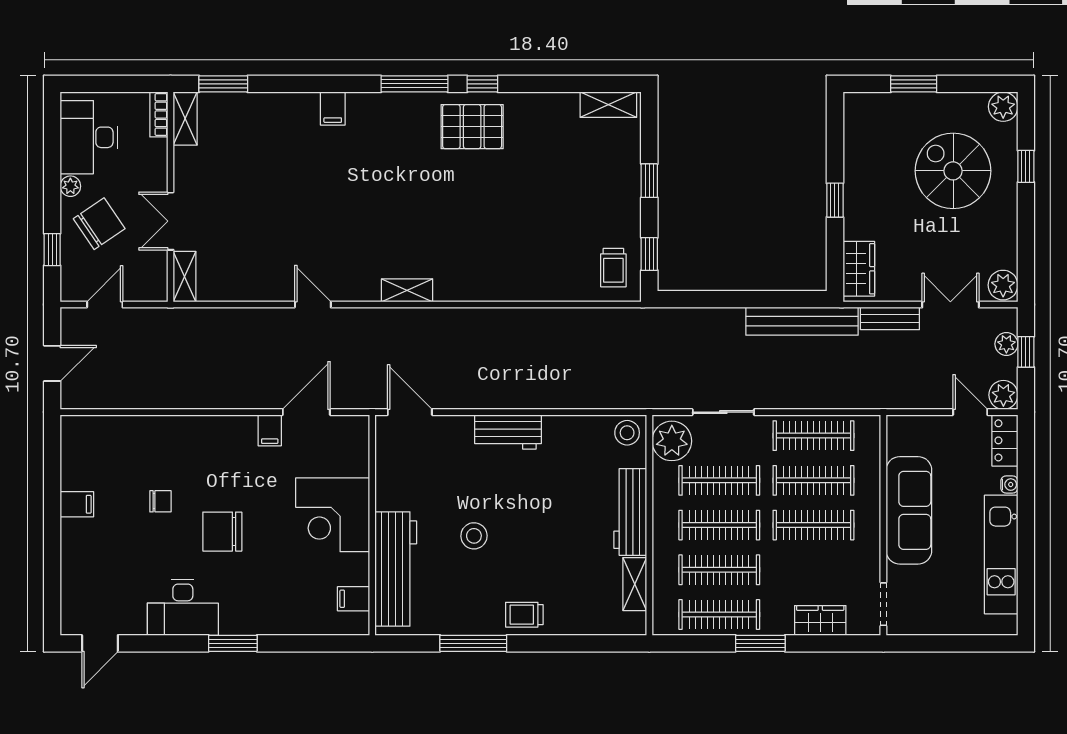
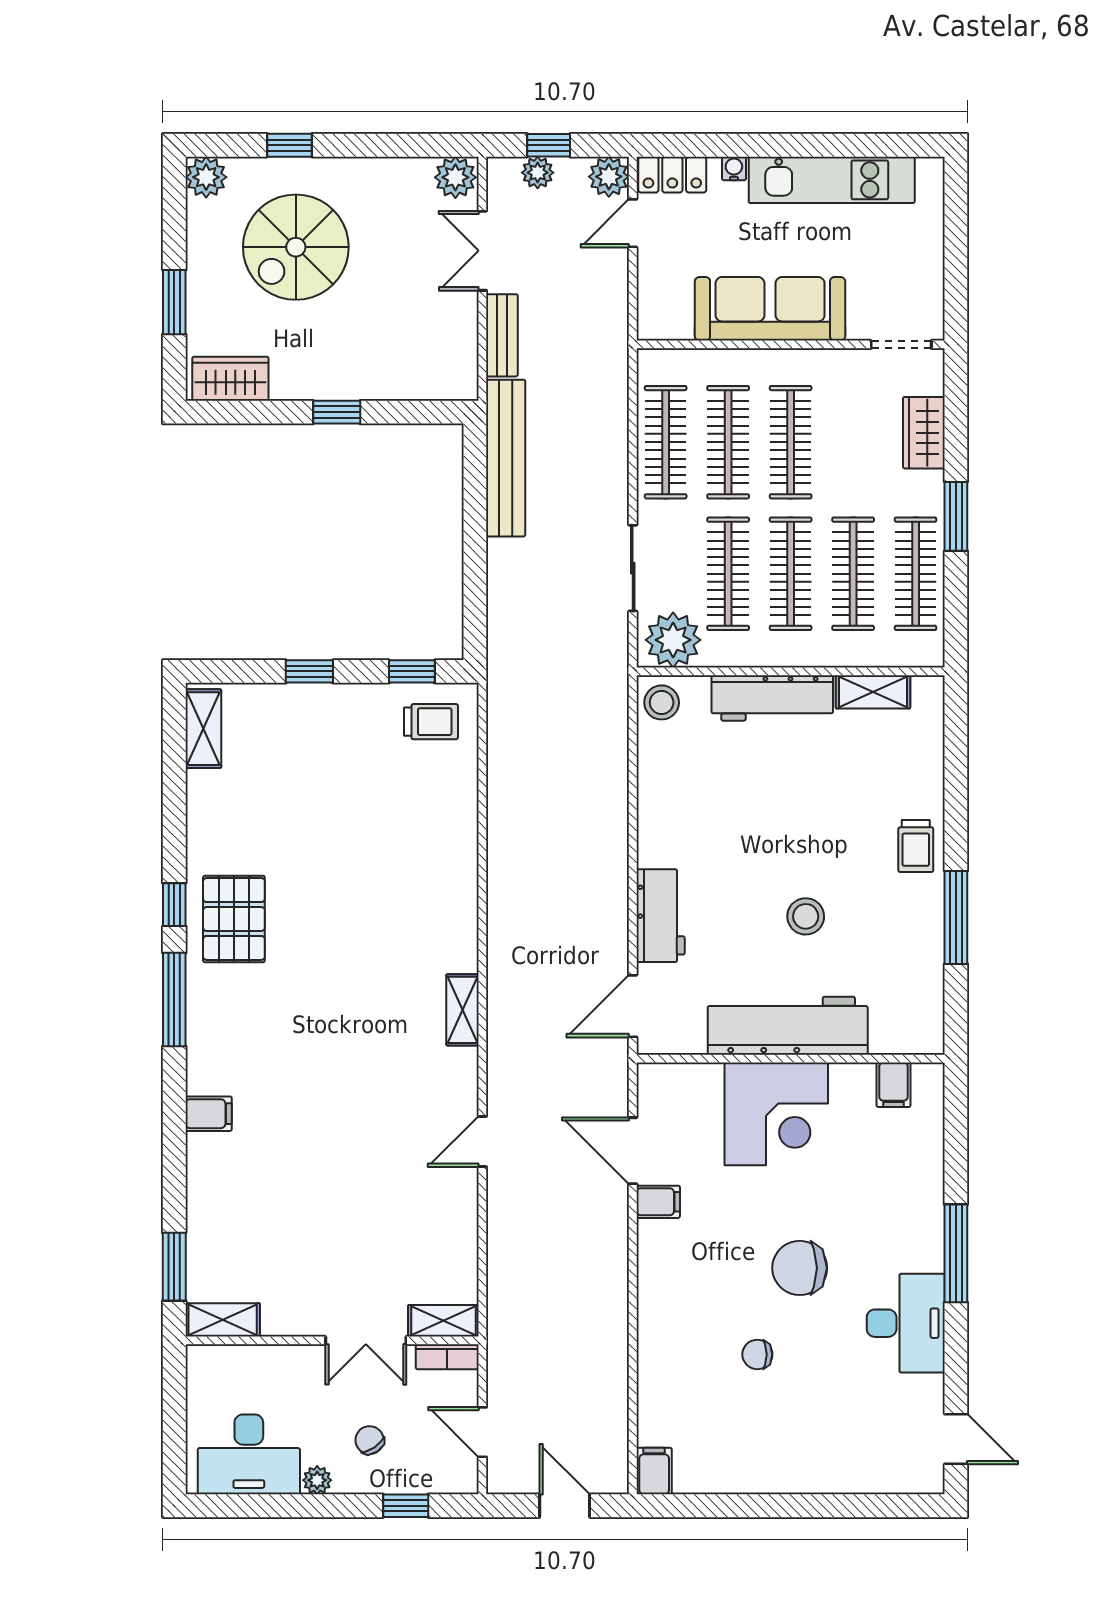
bookcase: (159, 114) -> (447, 1357), moved
chair: (99, 224) -> (370, 1440), width x0.54, depth x0.54
wardrobe: (859, 269) -> (230, 379), moved
workbench: (508, 432) -> (661, 916), moved
chair: (160, 501) -> (757, 1354), turned -90
filing cabinet: (77, 504) -> (654, 1471), moved
chair: (222, 532) -> (800, 1268), turned 90
workbench: (396, 569) -> (788, 1026), moved
window: (233, 643) -> (956, 1253), width x1.44

